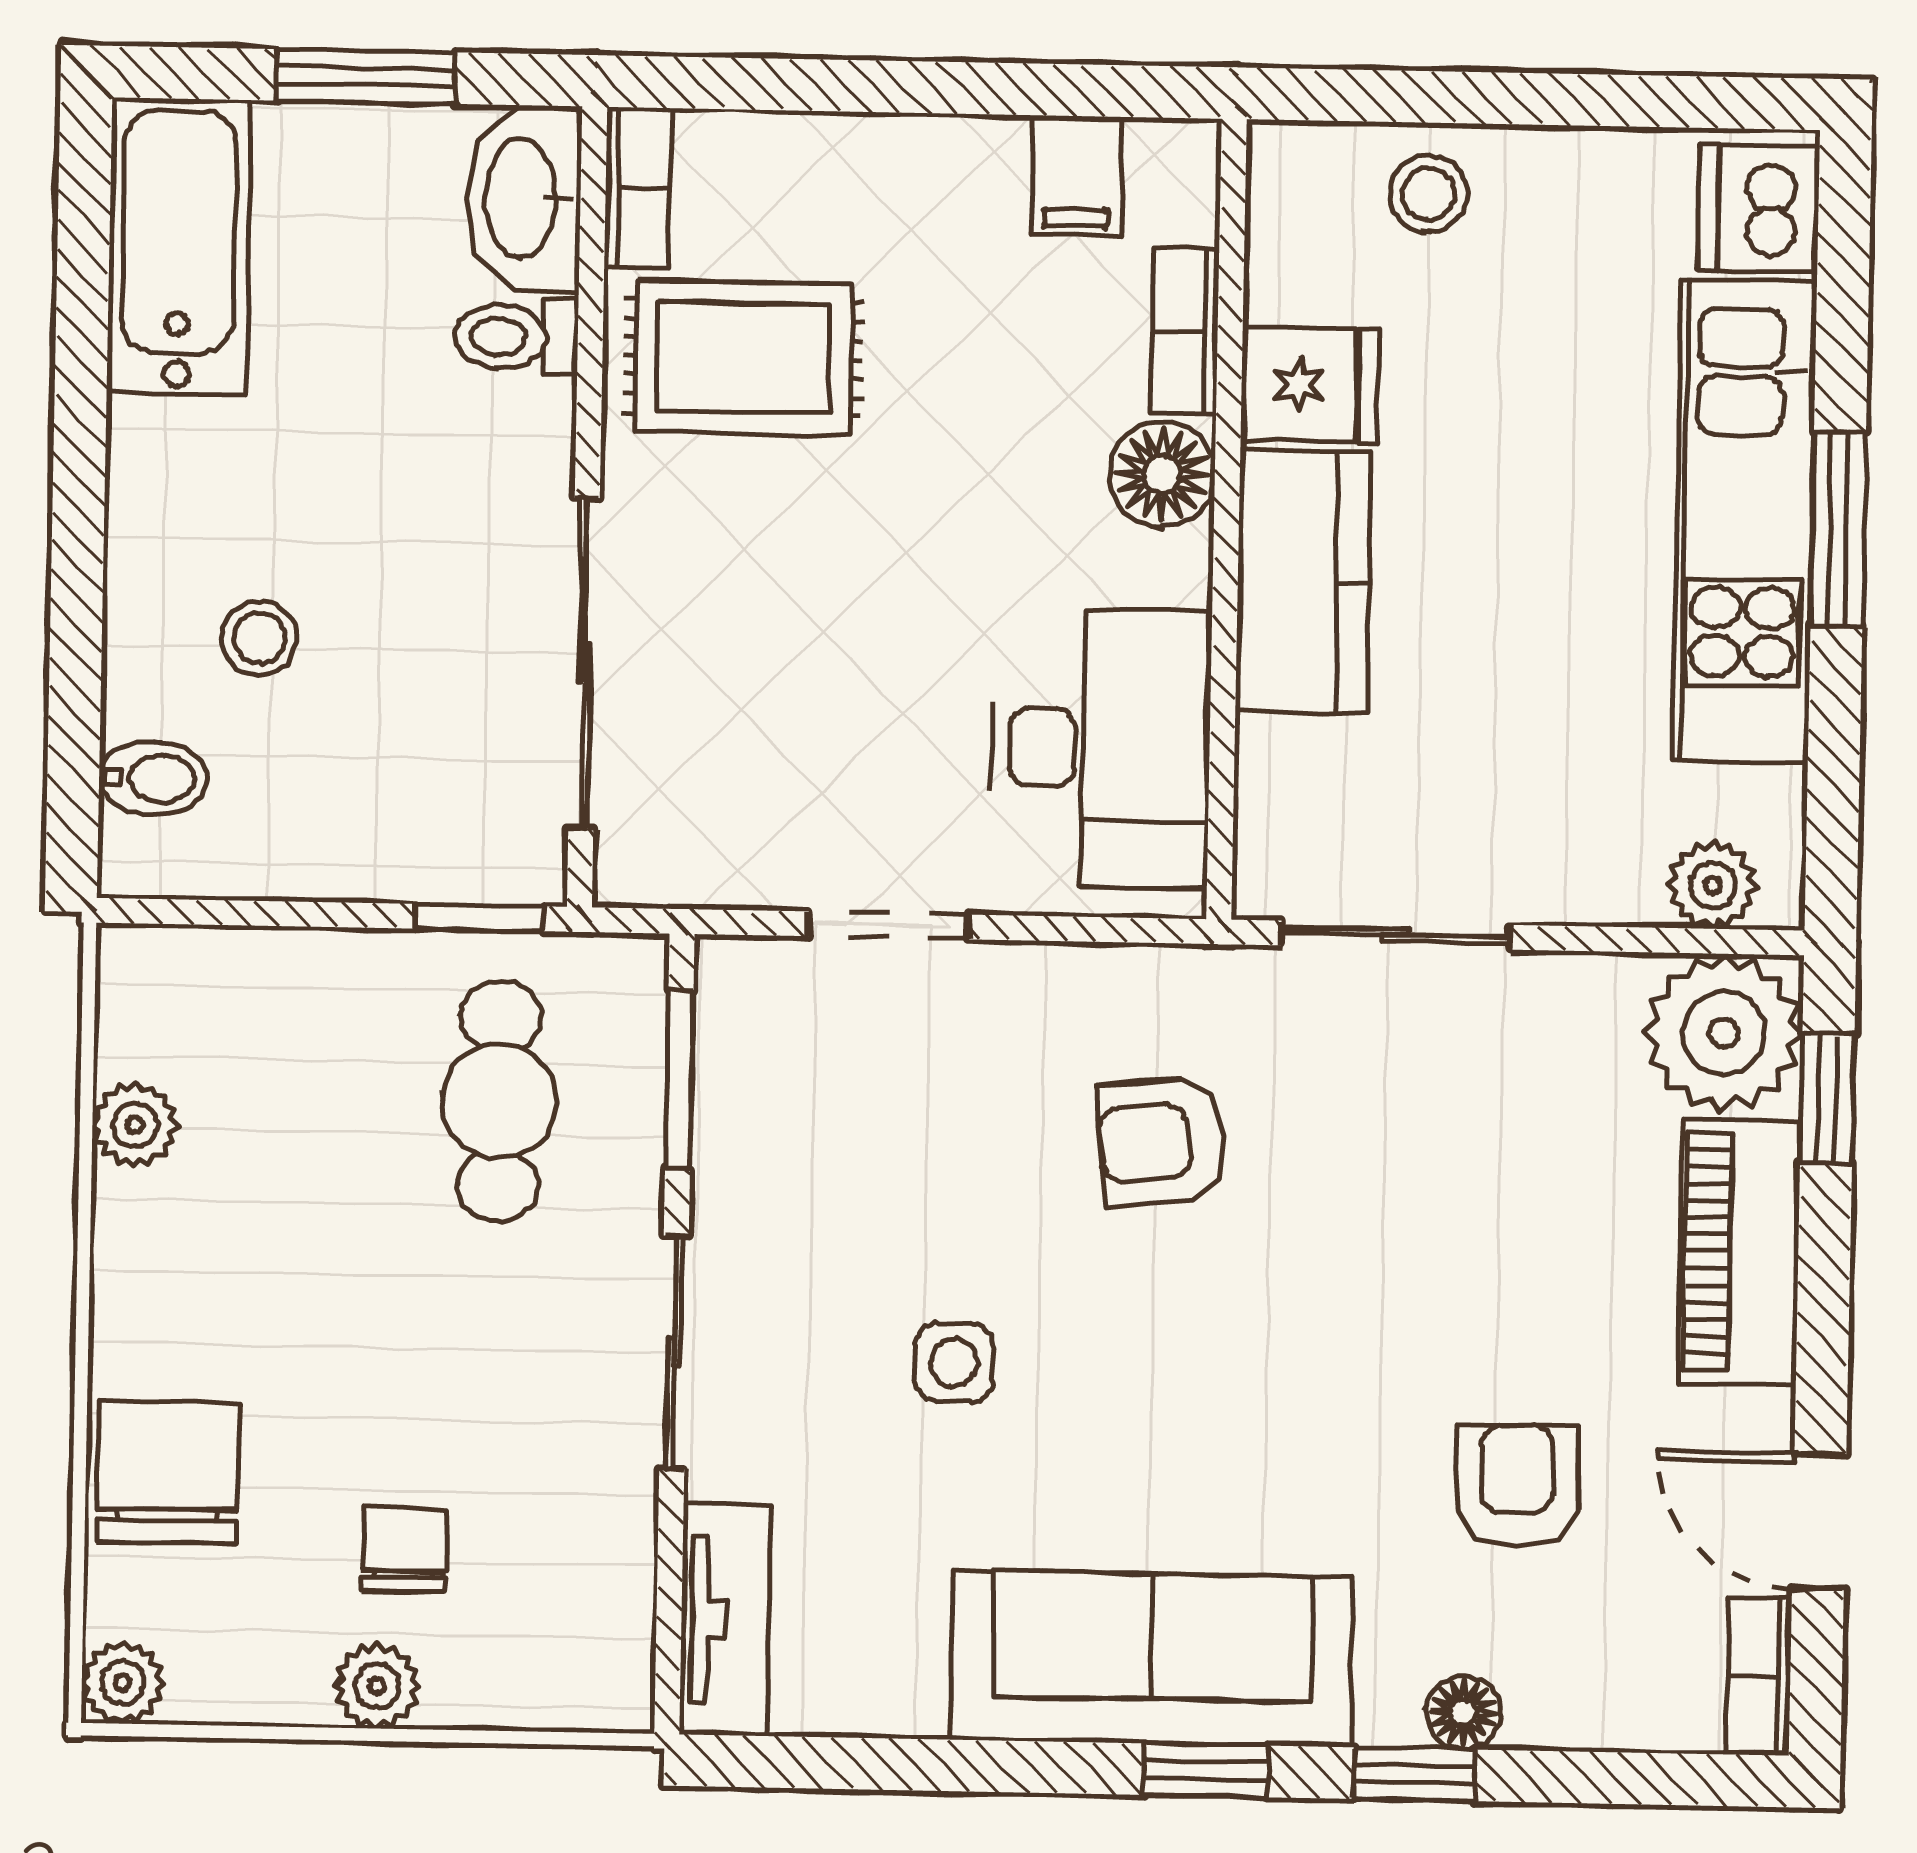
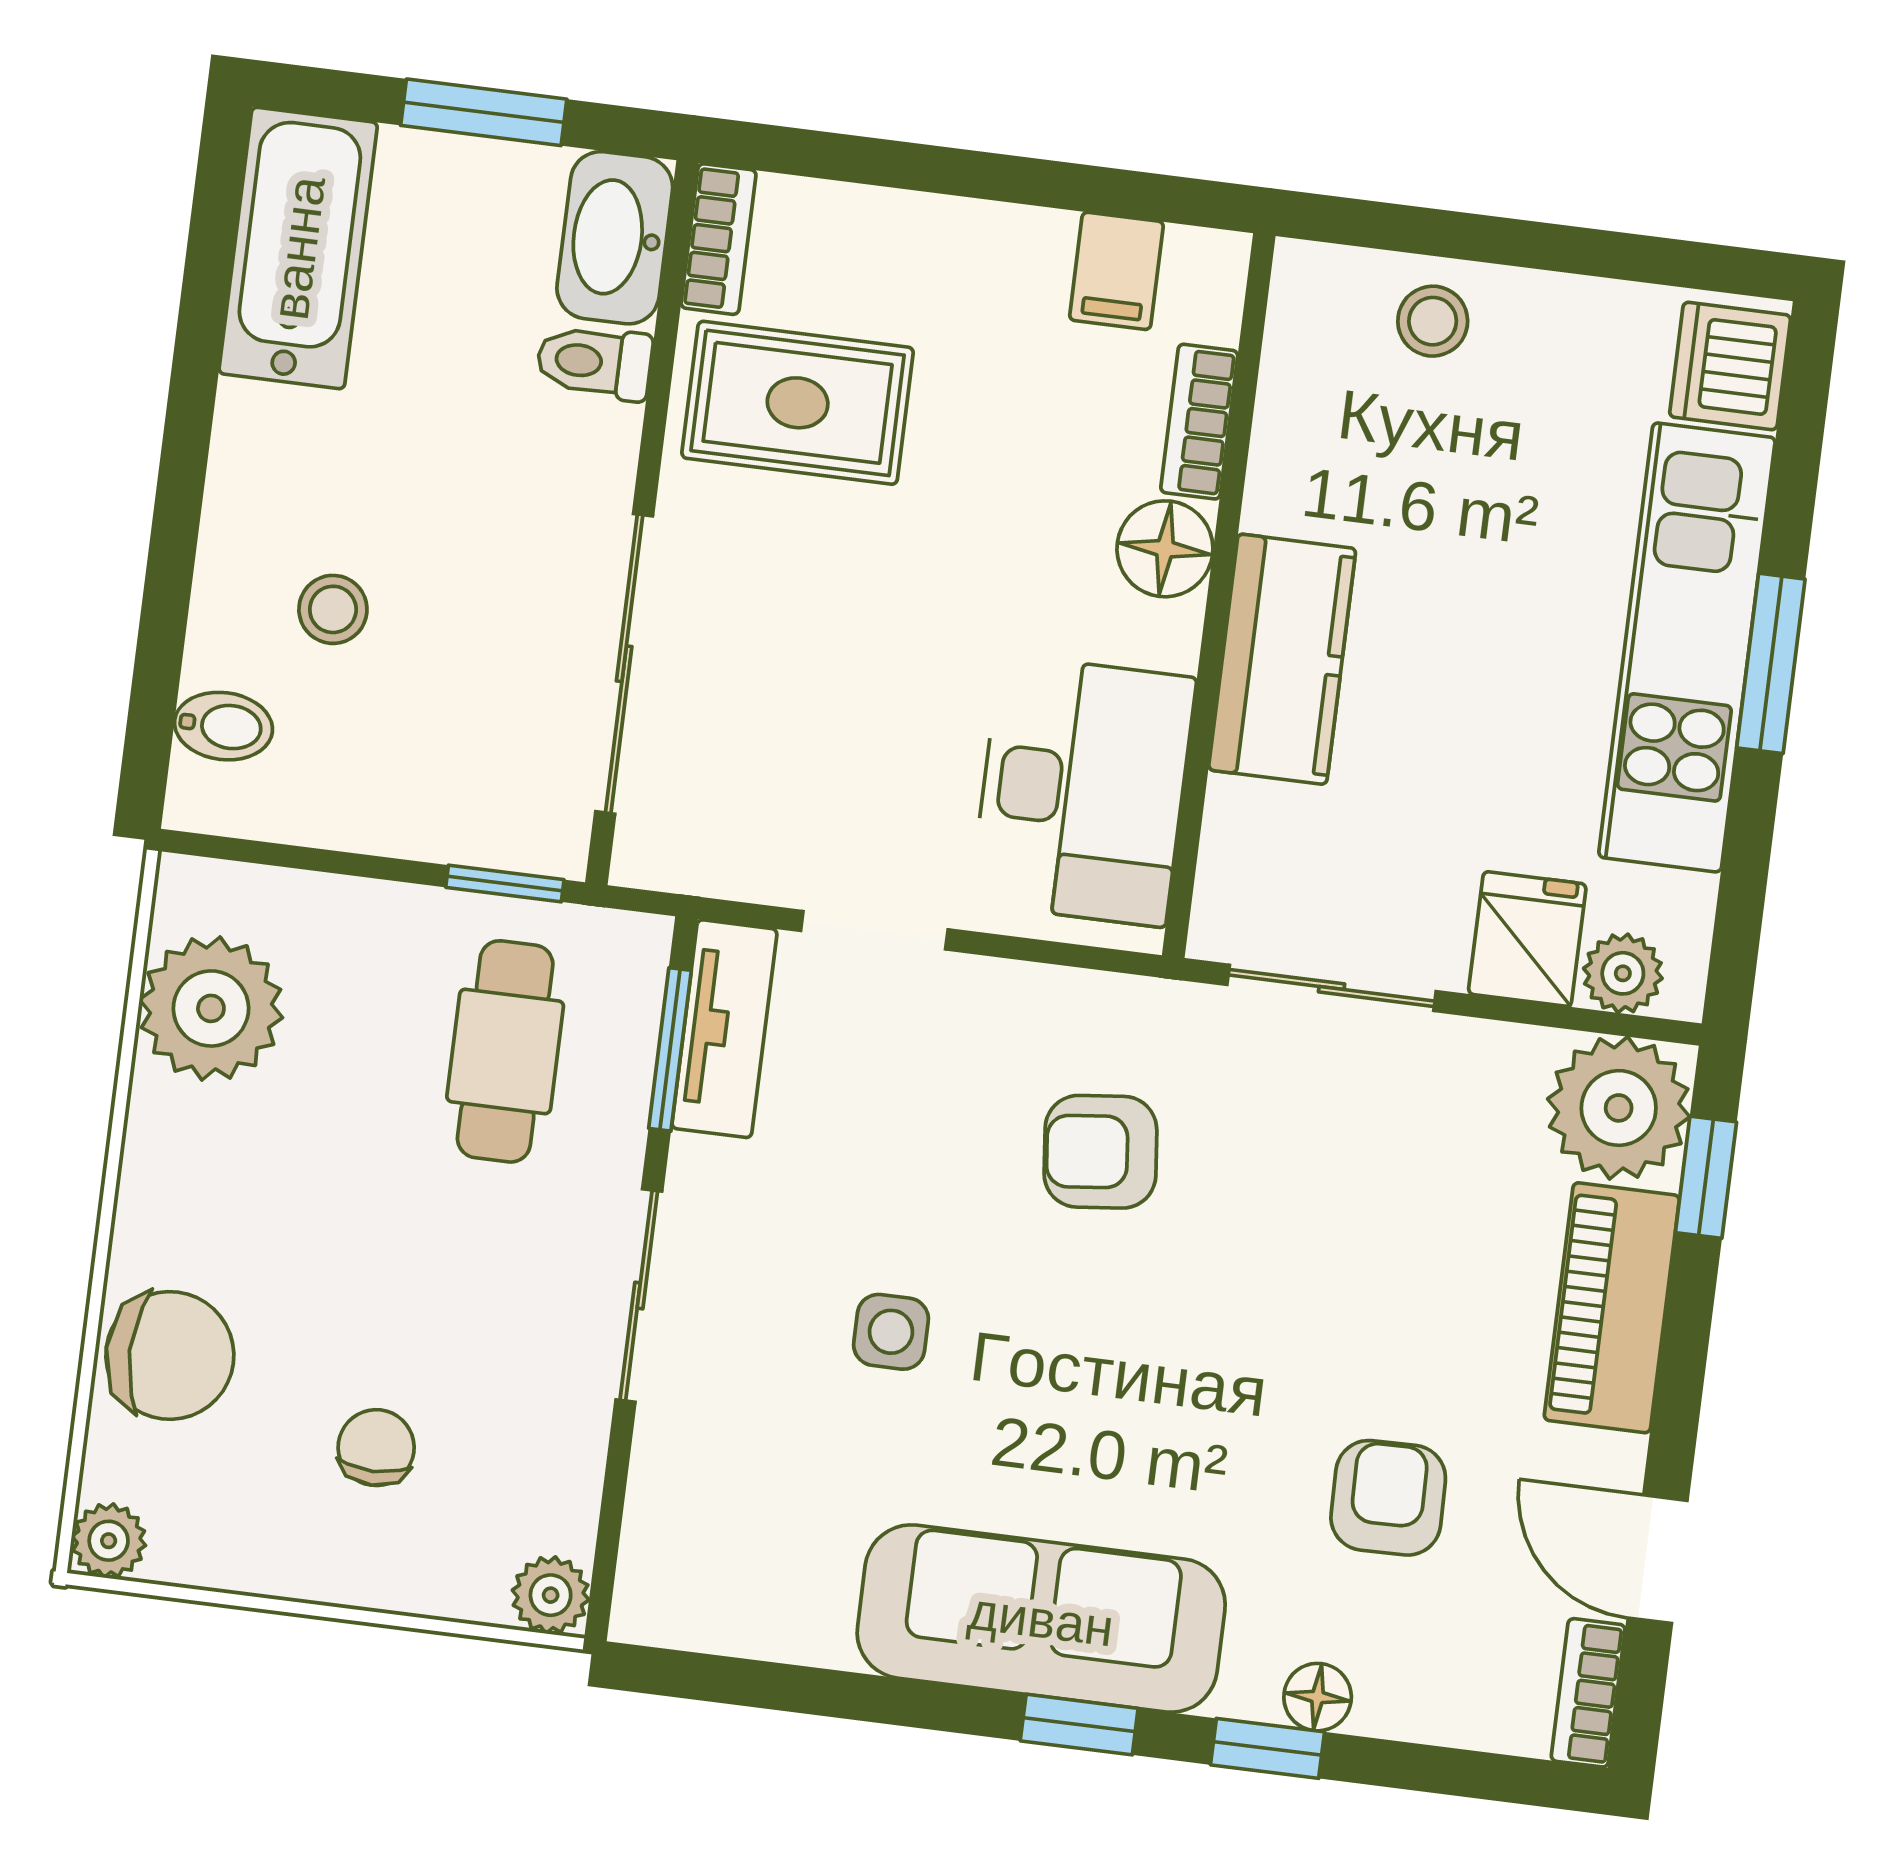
fridge: (1310, 385) -> (1527, 939), moved, turned -90
plant: (135, 1125) -> (211, 1008), width x1.88, depth x1.88
chair: (168, 1473) -> (170, 1355), turned 90
tv unit: (725, 1619) -> (724, 1029), moved
plant: (377, 1686) -> (551, 1595), moved

